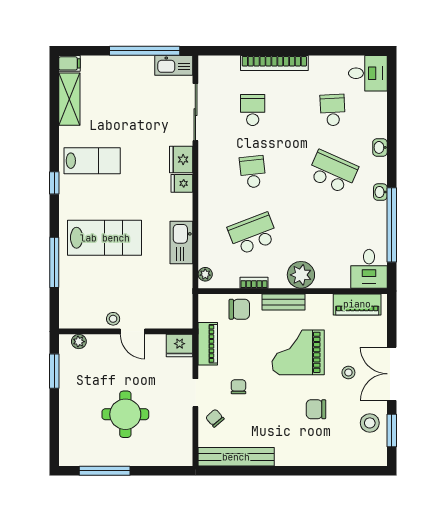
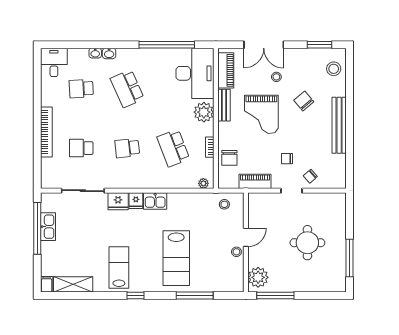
kitchen sink: (174, 65) -> (48, 227), moved
school desk: (333, 172) -> (127, 89), turned -48
washbasin: (380, 192) -> (95, 53), moved
lab bench: (105, 238) -> (176, 258), turned 180
kitchen sink: (181, 242) -> (155, 201), moved, width x0.73
desk: (369, 269) -> (195, 73), width x1.87, depth x1.30
bench: (283, 302) -> (224, 105), moved
stool: (177, 303) -> (224, 204), added
chair: (239, 309) -> (229, 158), turned 180
plant: (79, 342) -> (258, 277), width x1.88, depth x1.88
fridge: (180, 346) -> (256, 202), removed
window: (54, 371) -> (275, 296), width x1.44
double door: (392, 374) -> (264, 45), moved
chair: (316, 409) -> (304, 101), turned 140
stool: (370, 423) -> (334, 69), moved
bench: (236, 457) -> (339, 125), moved

